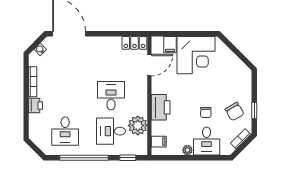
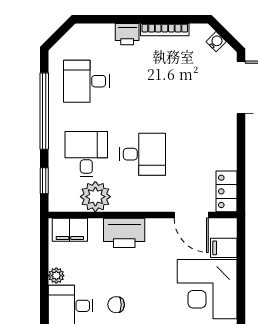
filing cabinet: (159, 142) -> (70, 230), width x2.00

